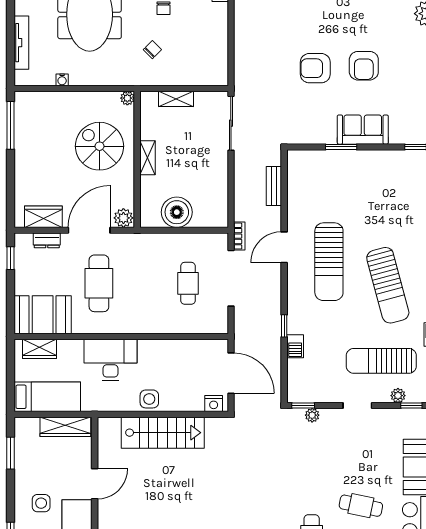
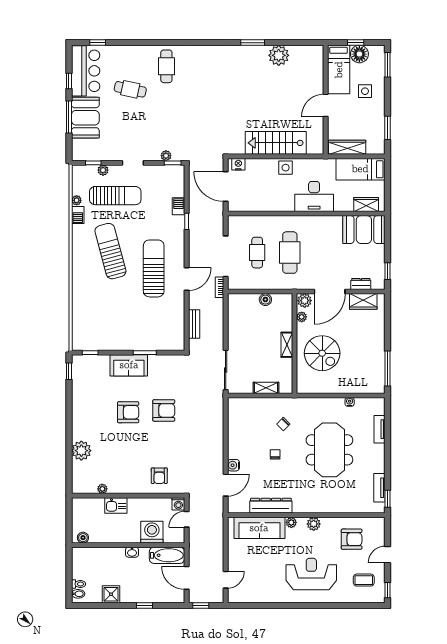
tv unit: (21, 43) -> (380, 429), width x0.71
armchair: (364, 66) -> (128, 412), turned 90
plant: (127, 98) -> (302, 317), moved
boiler: (177, 212) -> (265, 300), width x0.54, depth x0.54
cafe table: (99, 283) -> (290, 253), moved

